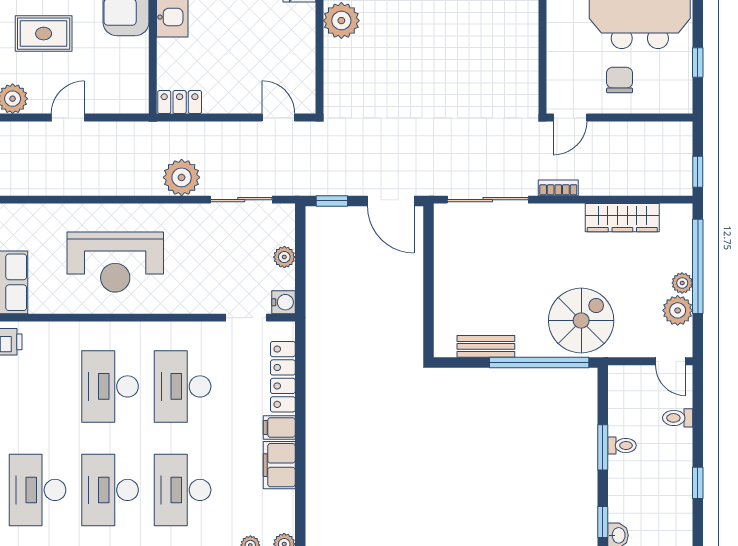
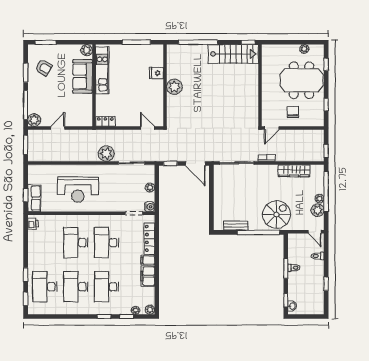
rug: (44, 34) -> (47, 92), removed

